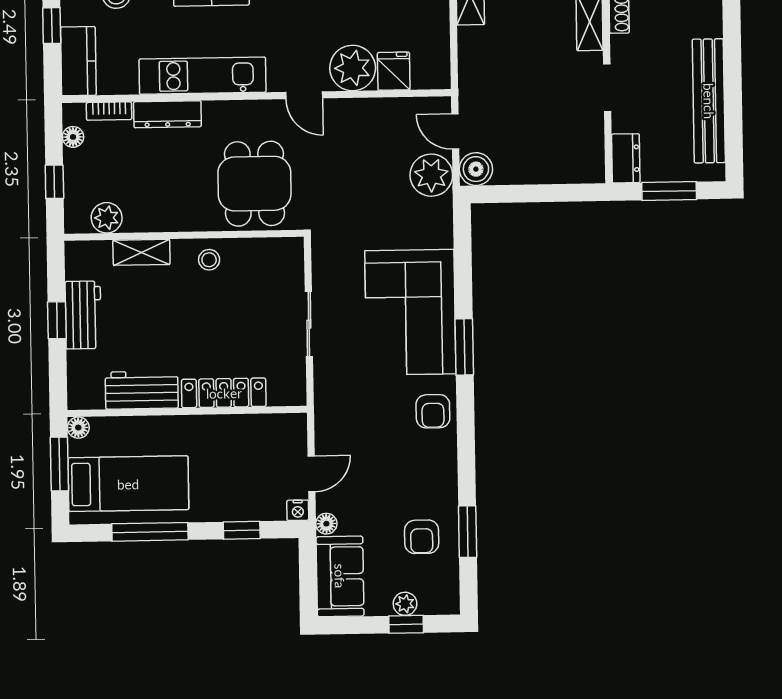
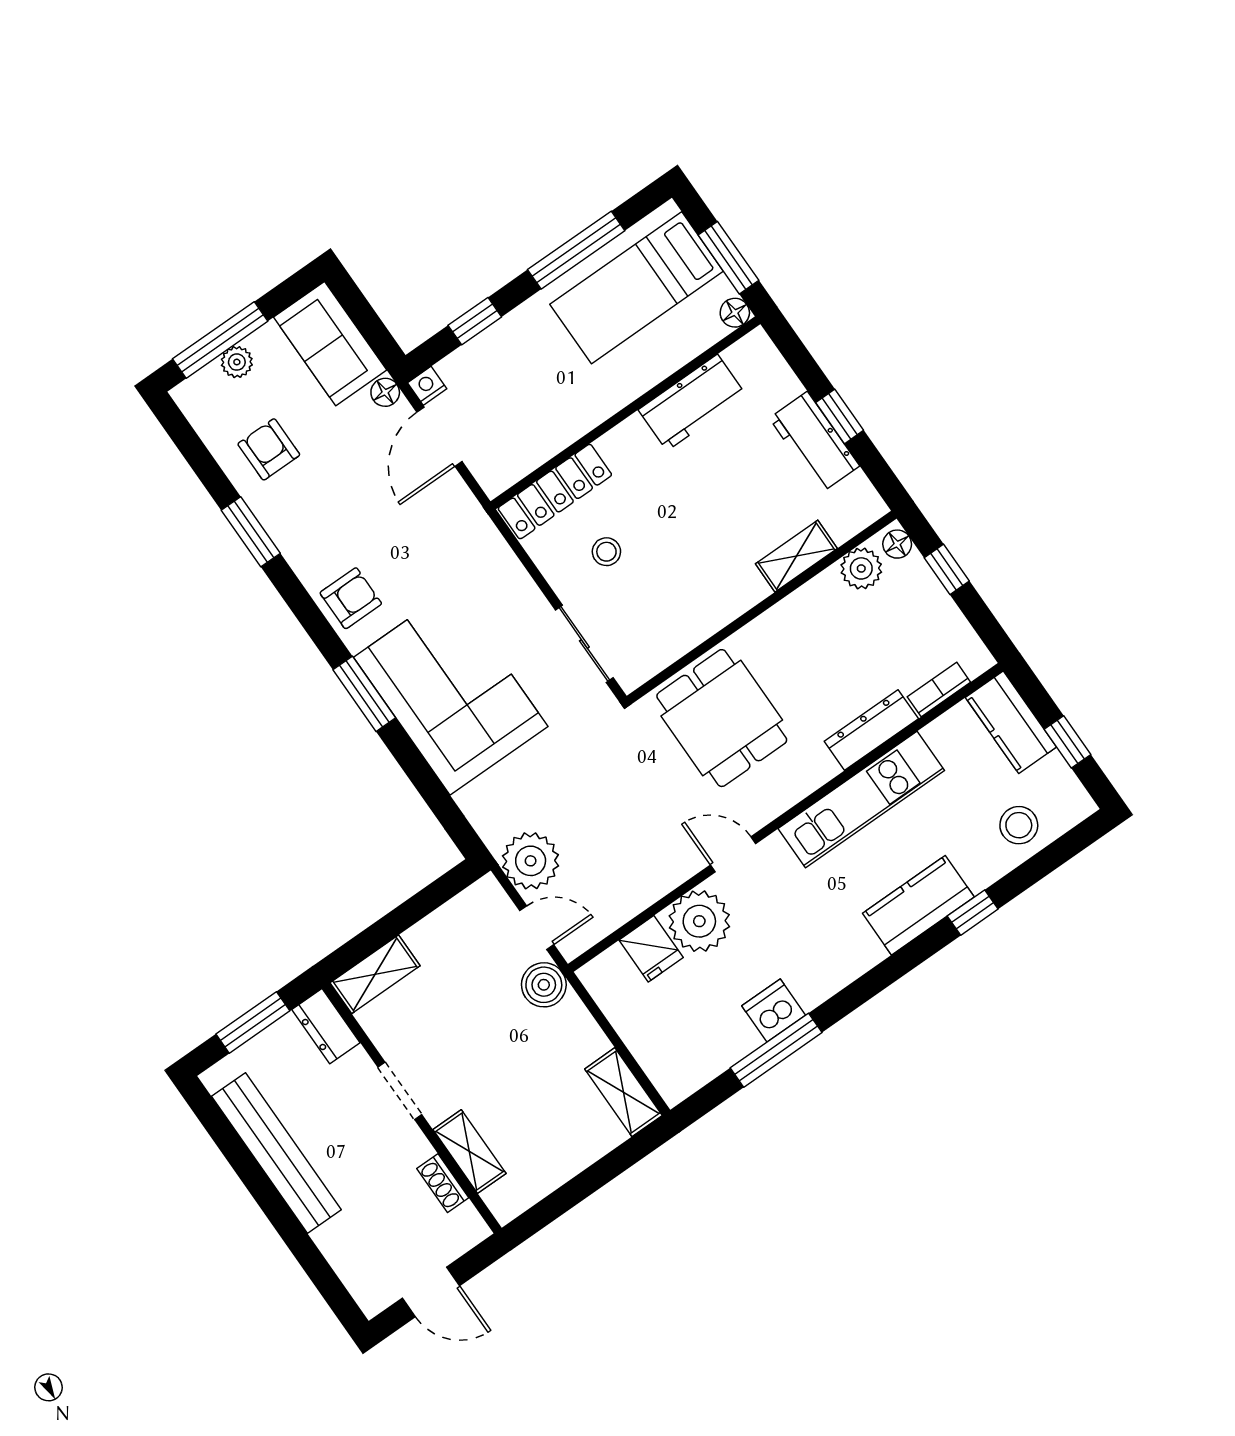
floor lamp: (73, 137) -> (897, 544), moved
boiler: (476, 169) -> (544, 985), moved
shelving: (574, 170) -> (375, 974), added
stool: (209, 260) -> (606, 552), moved
sliding door: (309, 324) -> (584, 644), moved
locker: (224, 393) -> (555, 492), moved
armchair: (433, 411) -> (351, 598), turned 90
door: (311, 474) -> (439, 437), width x1.38
window: (468, 532) -> (251, 532), moved
window: (406, 624) -> (220, 340), width x2.17

